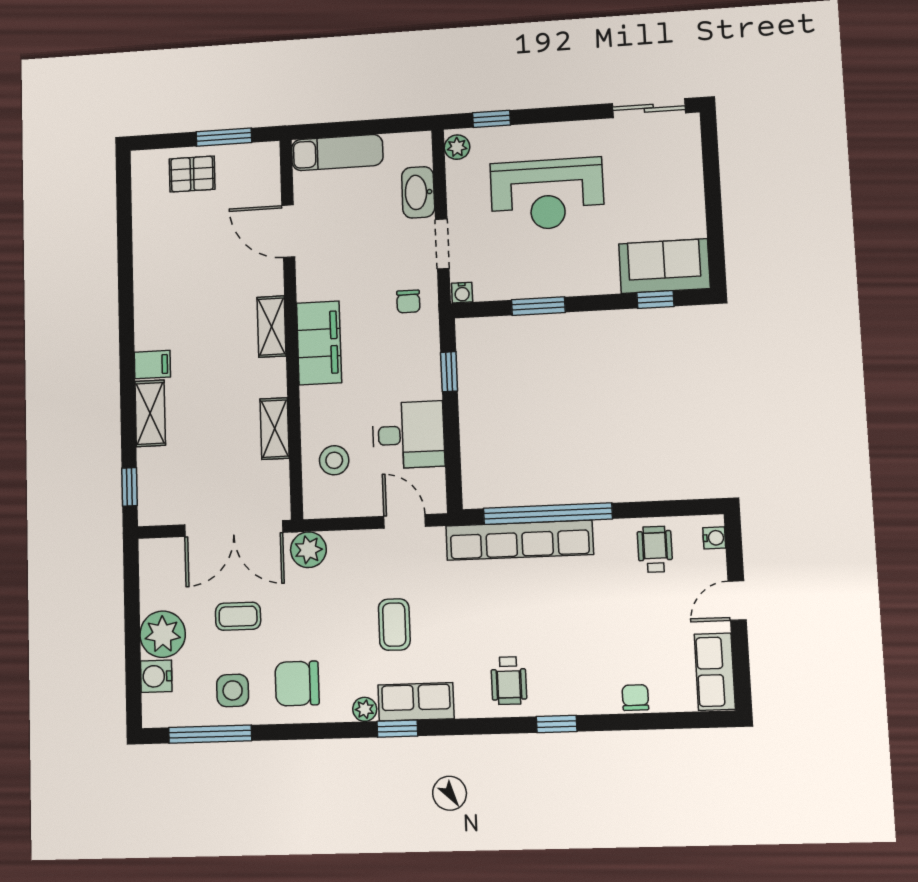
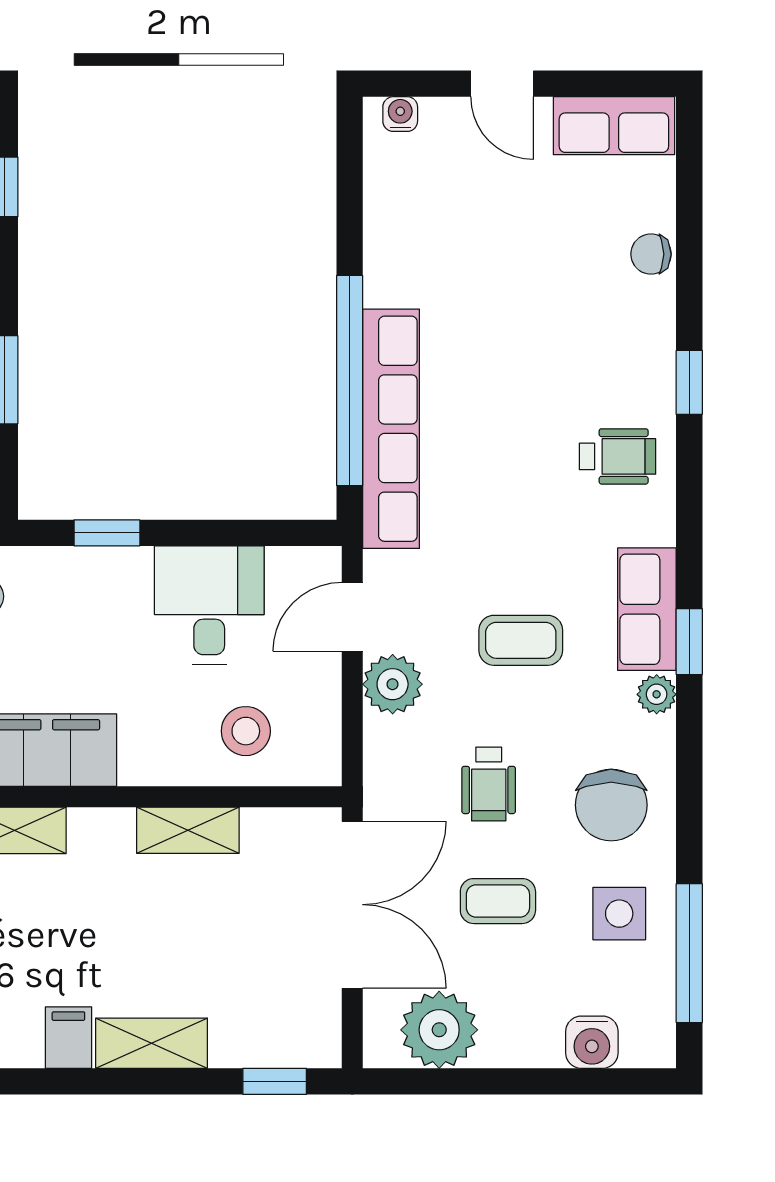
wheelchair: (655, 549) -> (489, 784), moved, turned -90
plant: (308, 550) -> (393, 684), moved
coffee table: (238, 616) -> (498, 901), turned 90
plant: (163, 634) -> (439, 1030), moved

